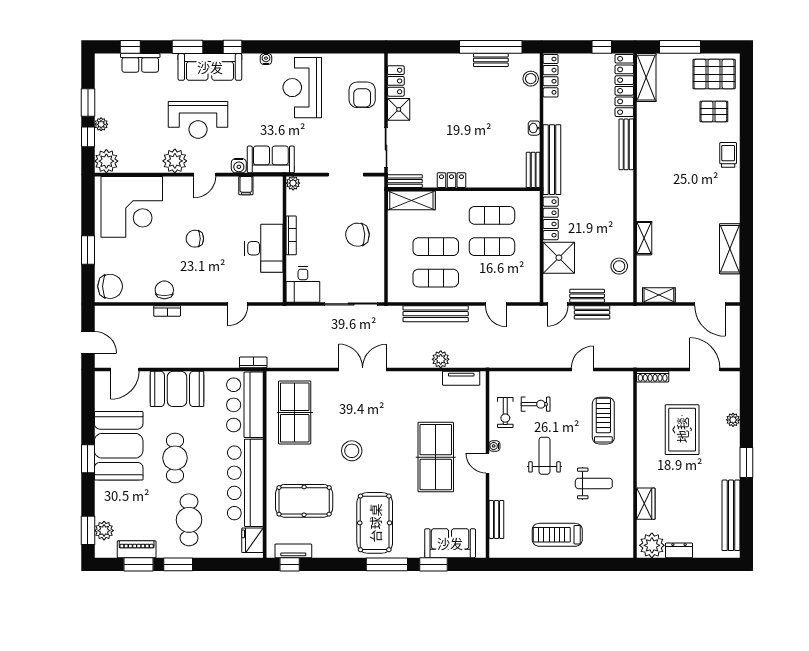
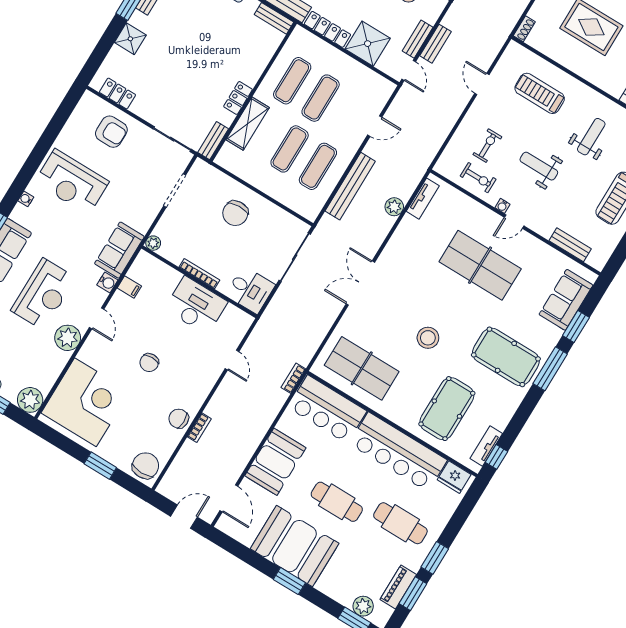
shower: (399, 109) -> (130, 39), moved
shelving: (411, 200) -> (248, 124), moved
shoe rack: (653, 377) -> (524, 29), width x0.70

